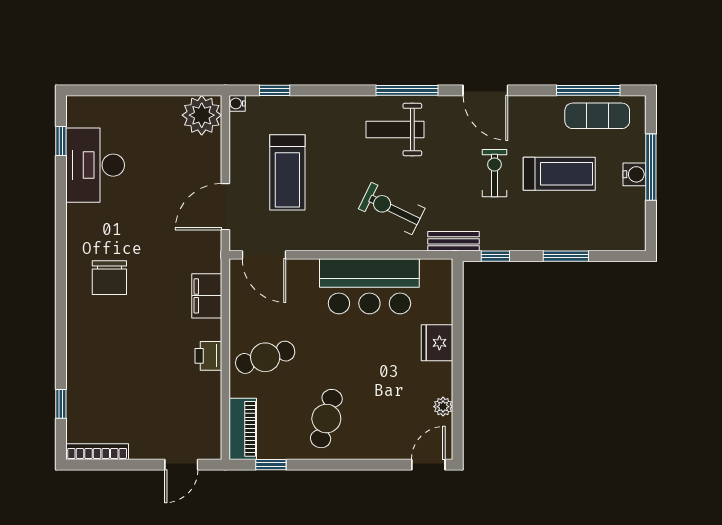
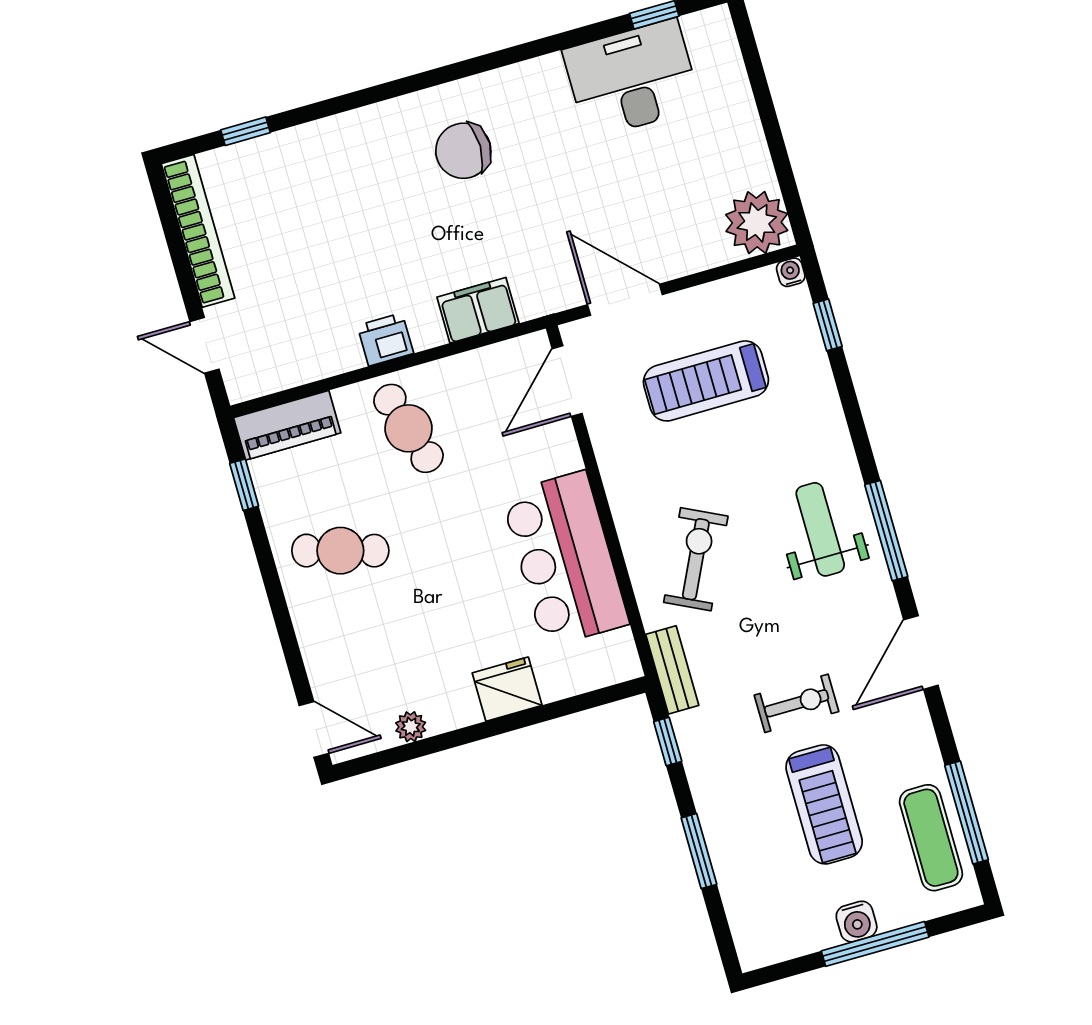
bookcase: (97, 452) -> (198, 231), width x1.48, depth x1.31

